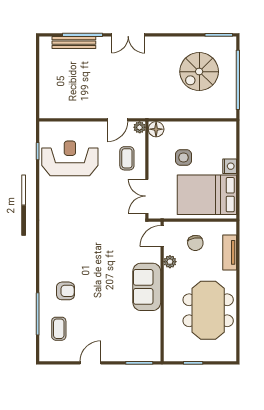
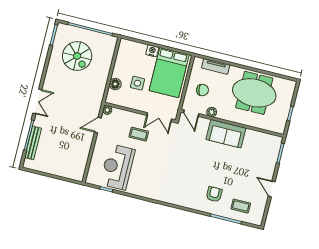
door: (117, 120) -> (98, 125), swing flipped
floor lamp: (156, 129) -> (115, 84), moved
coffee table: (127, 158) -> (139, 134), moved

